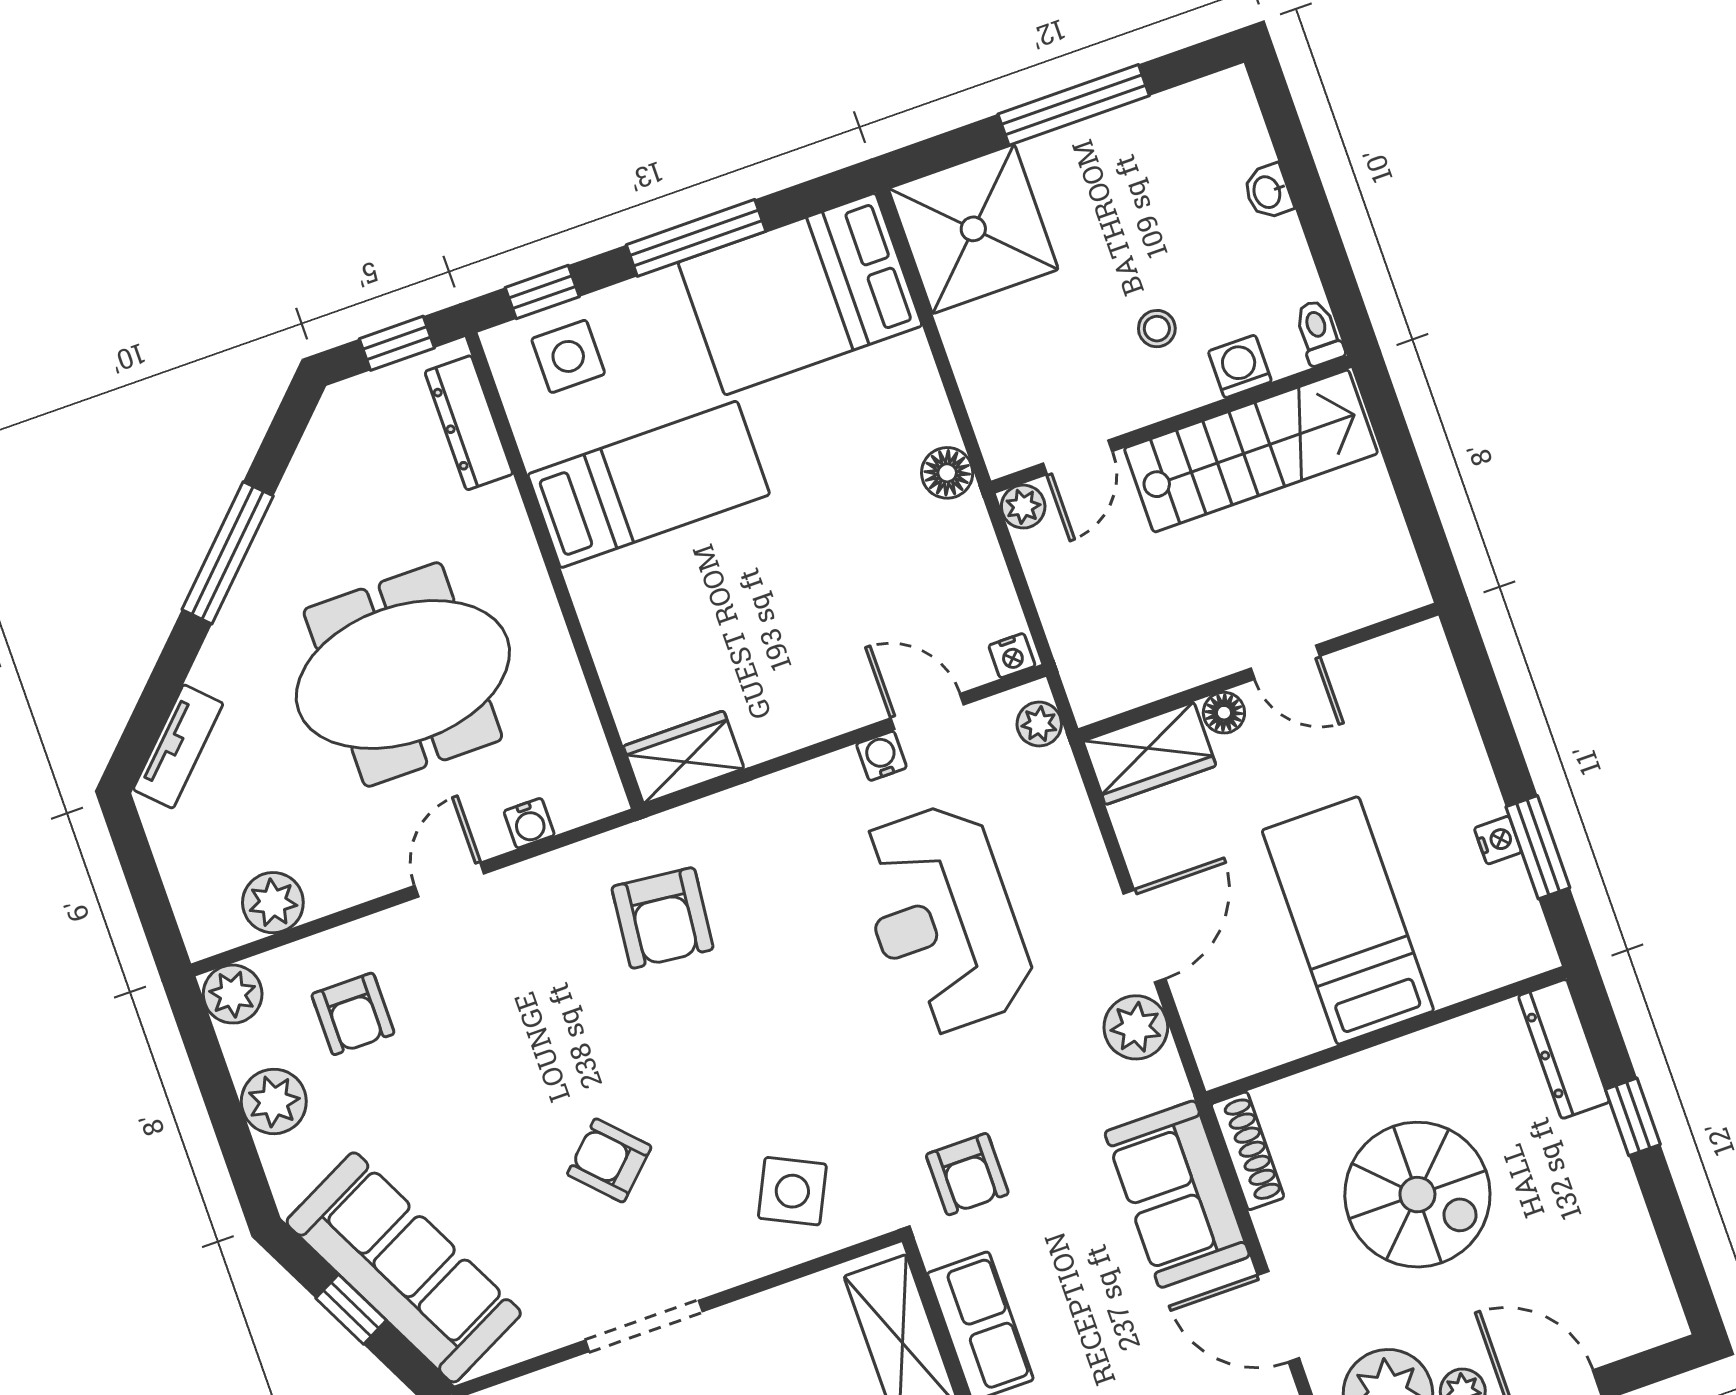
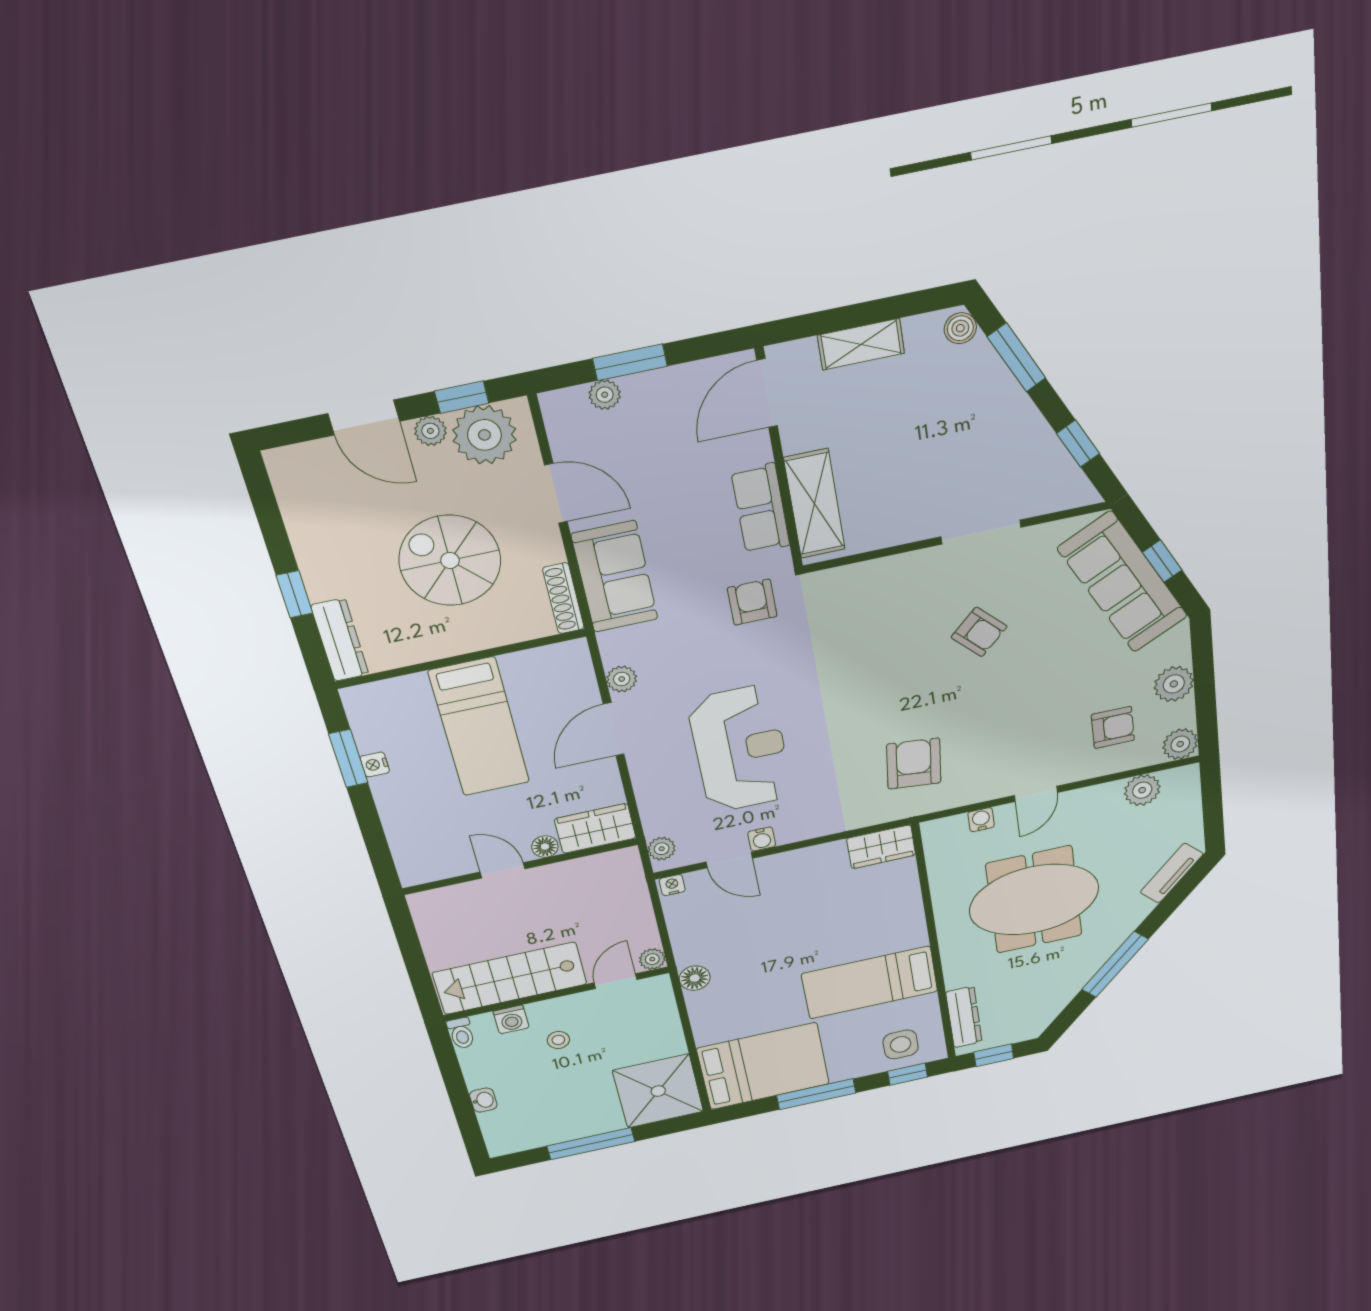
armchair: (353, 1014) -> (1113, 727), turned 90
plant: (1136, 1027) -> (622, 679), width x0.73, depth x0.73
side table: (792, 1191) -> (867, 603), removed

